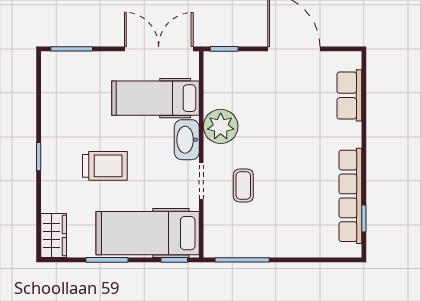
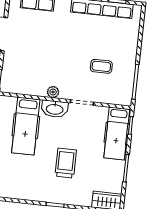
plant: (221, 126) -> (53, 92), width x0.53, depth x0.53
coffee table: (243, 185) -> (101, 66), moved
hospital bed: (148, 233) -> (117, 133), width x0.73, depth x0.78

